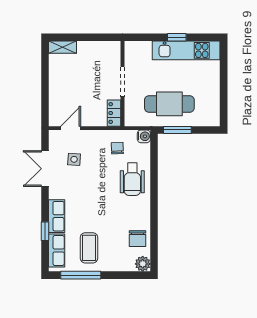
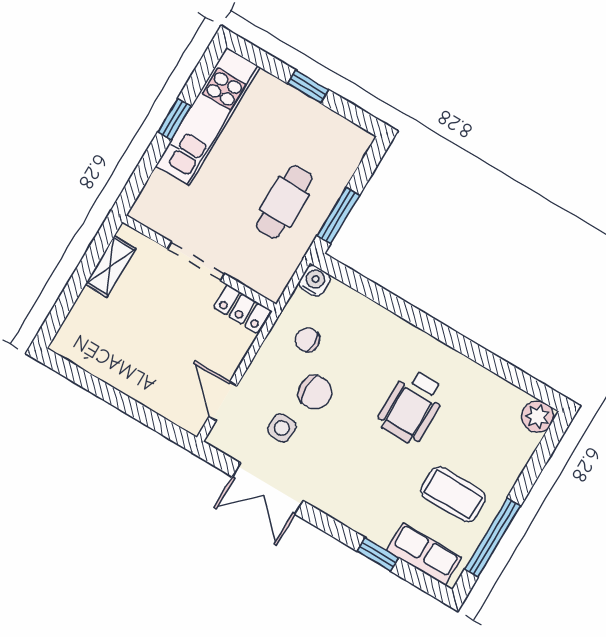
shelving: (63, 47) -> (111, 266), moved
window: (224, 85) -> (308, 87), added
cafe table: (169, 104) -> (284, 202), width x0.73, depth x0.74
wheelchair: (132, 179) -> (412, 407), moved, turned 90
row of seats: (57, 216) -> (363, 518), removed
chair: (138, 239) -> (315, 392), moved

